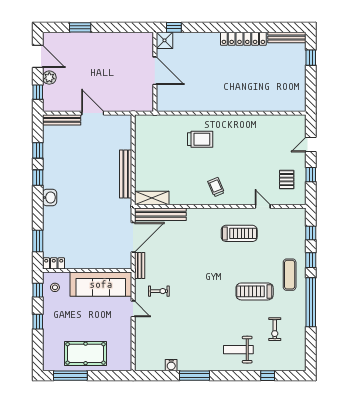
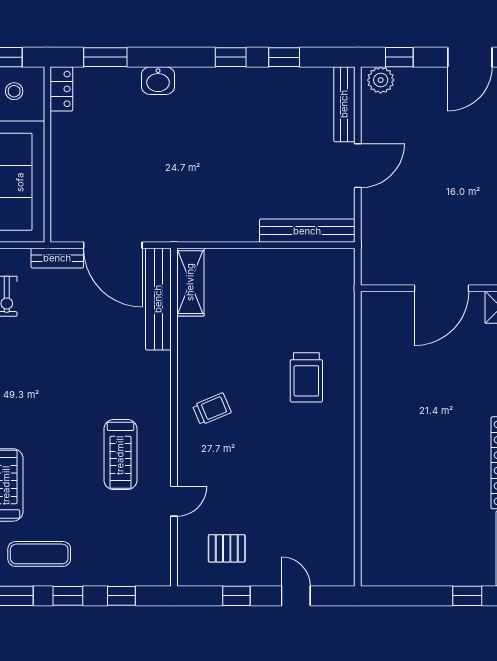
plant: (49, 78) -> (381, 80), moved
bench: (126, 174) -> (307, 231), moved
washbasin: (50, 197) -> (158, 81), moved

